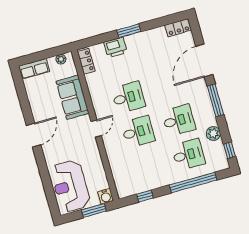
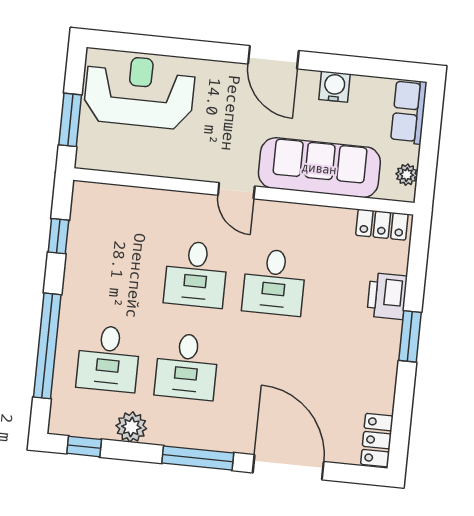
sofa: (72, 97) -> (319, 168), width x1.36
water cooler: (106, 196) -> (335, 87), moved, turned 90

